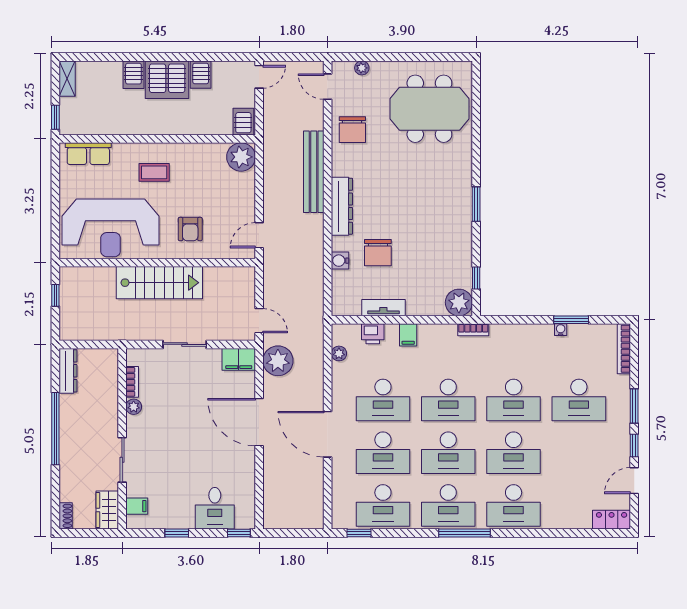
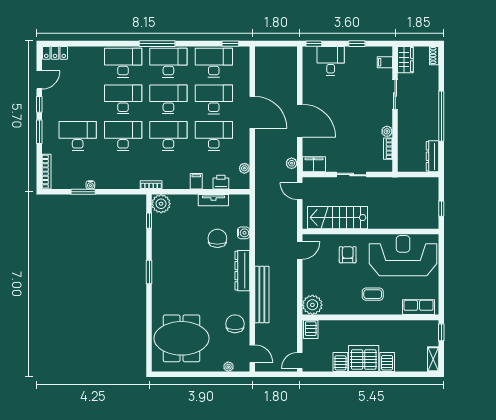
stairs: (159, 283) -> (338, 218), moved
plant: (278, 361) -> (292, 163), width x0.53, depth x0.53

